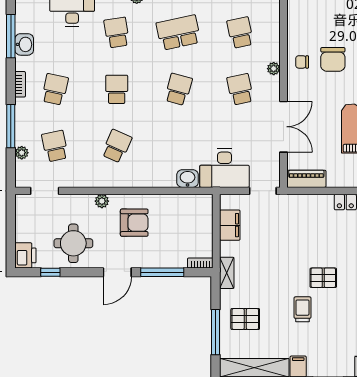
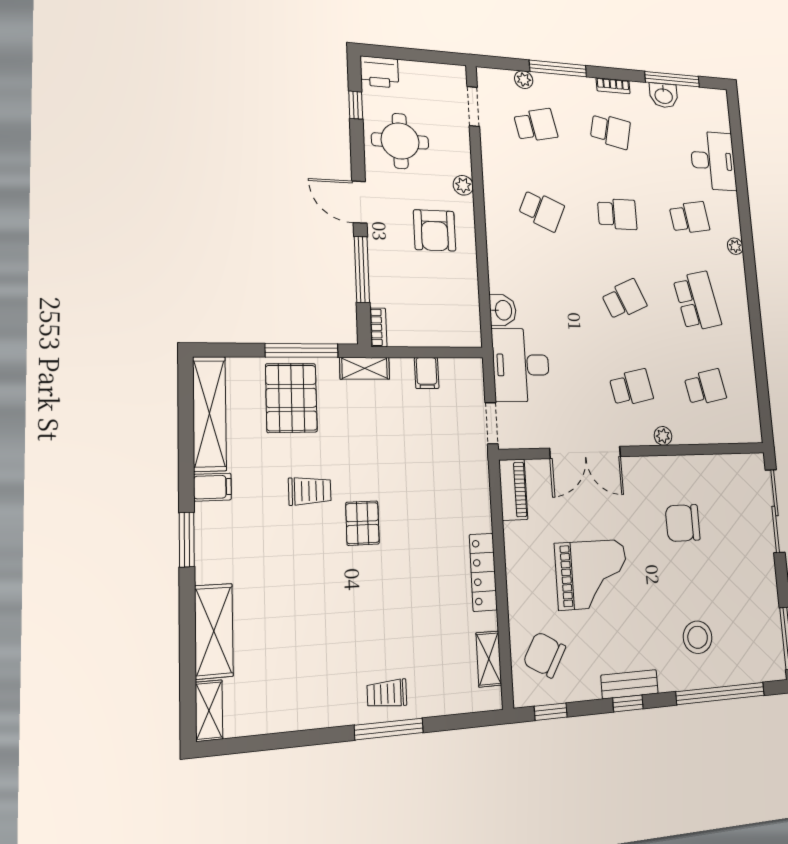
chair: (302, 62) -> (675, 477), removed
school desk: (178, 89) -> (624, 300), turned -39
filing cabinet: (230, 225) -> (427, 373), width x0.50
pallet: (245, 319) -> (291, 398), width x1.50, depth x1.42
window: (216, 332) -> (302, 350), moved

